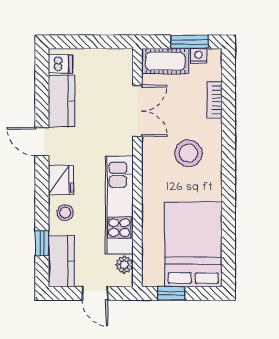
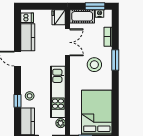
window: (228, 145) -> (115, 60), added
fridge: (61, 180) -> (59, 17), moved, turned 180
window: (42, 243) -> (17, 101), moved

